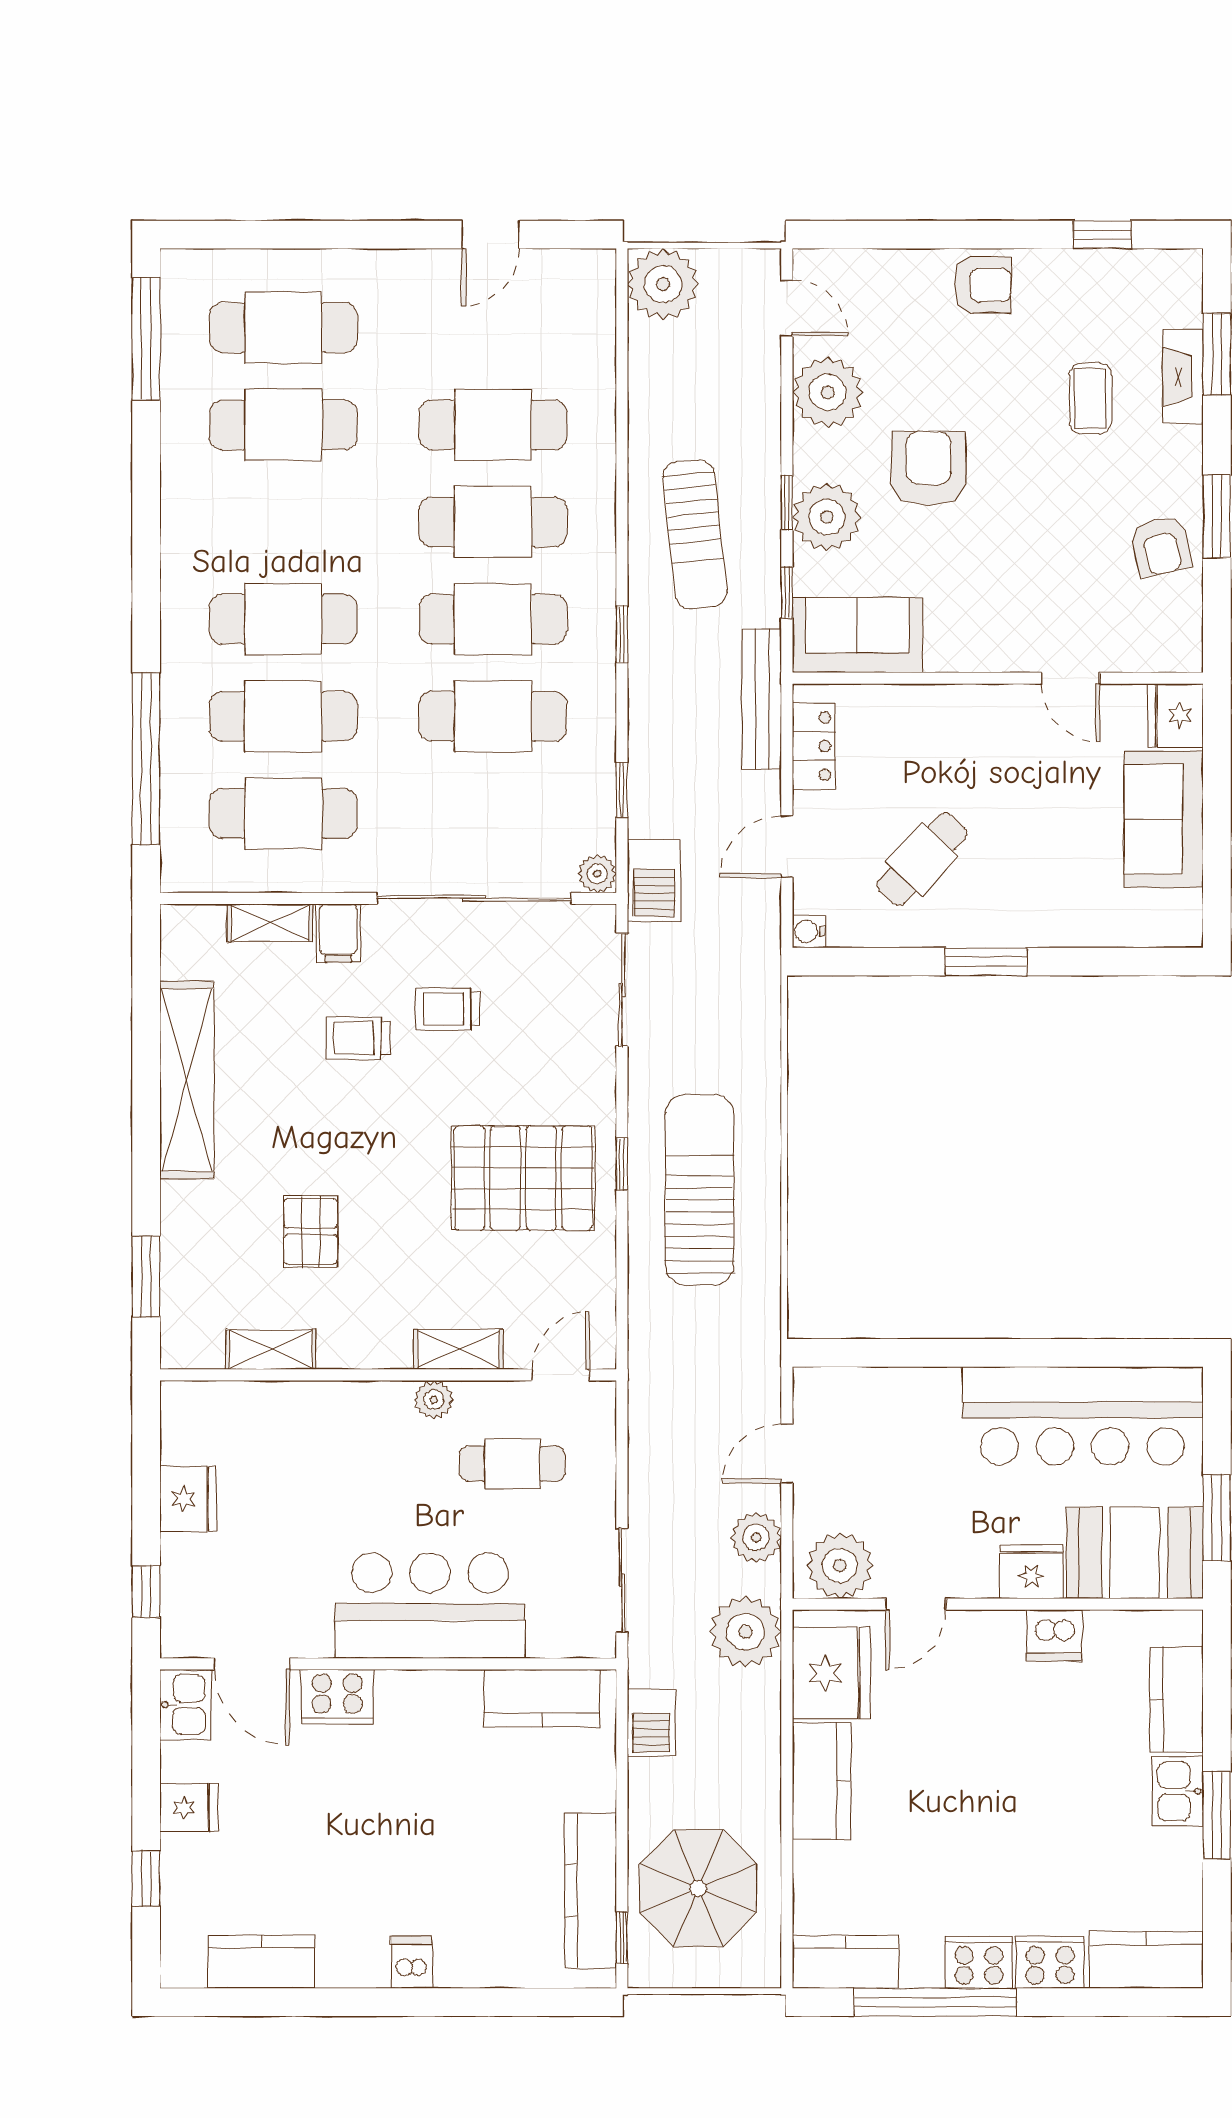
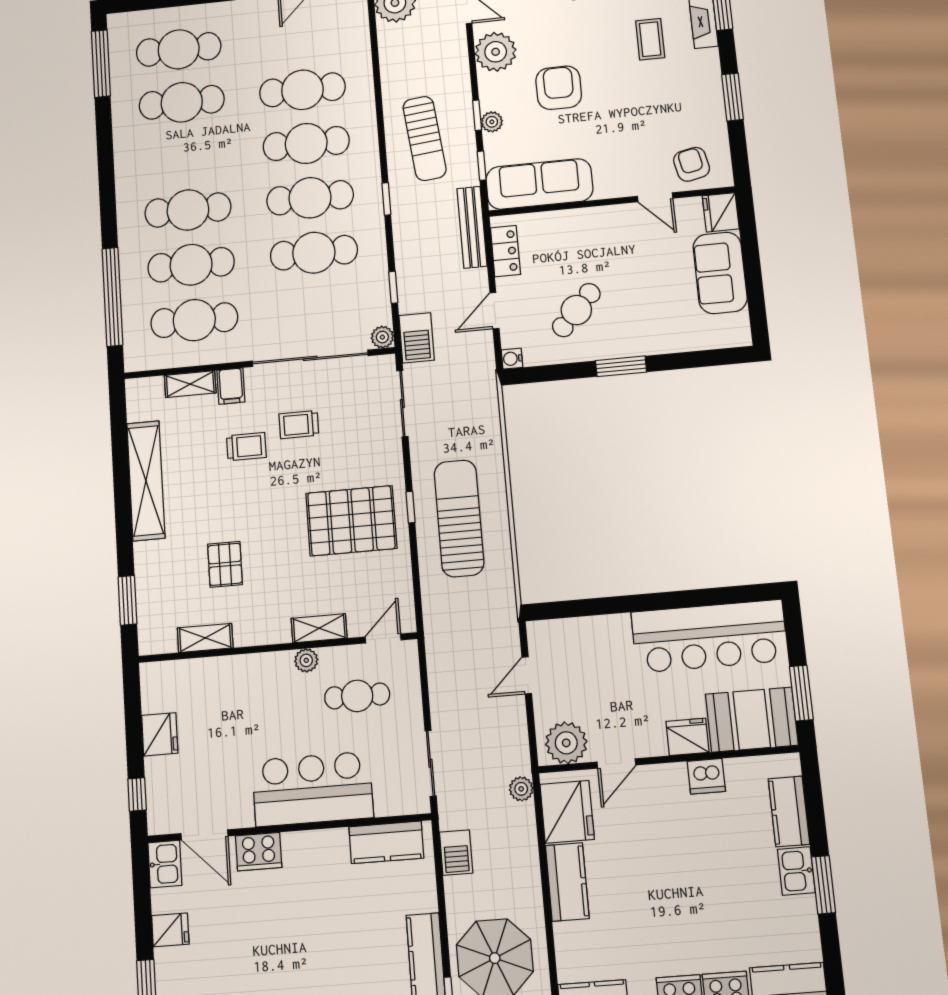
plant: (827, 517) -> (492, 122), width x0.53, depth x0.53
armchair: (1161, 546) -> (692, 164), moved, turned 180
sofa: (857, 635) -> (539, 184), width x1.36
trolley: (358, 1038) -> (246, 447), turned 180
plant: (756, 1538) -> (512, 730), removed
plant: (745, 1632) -> (521, 789), width x0.53, depth x0.53

